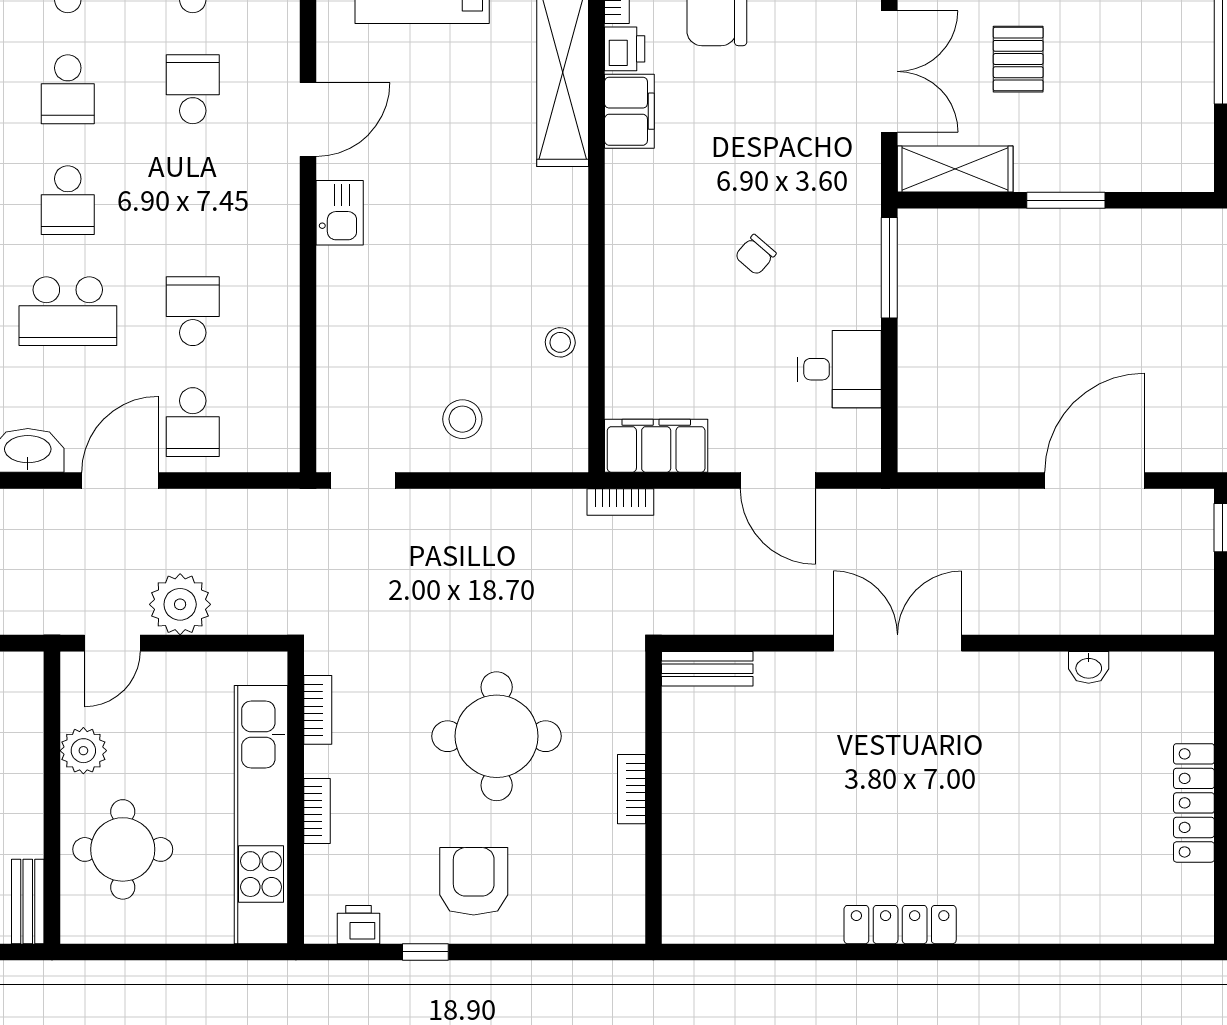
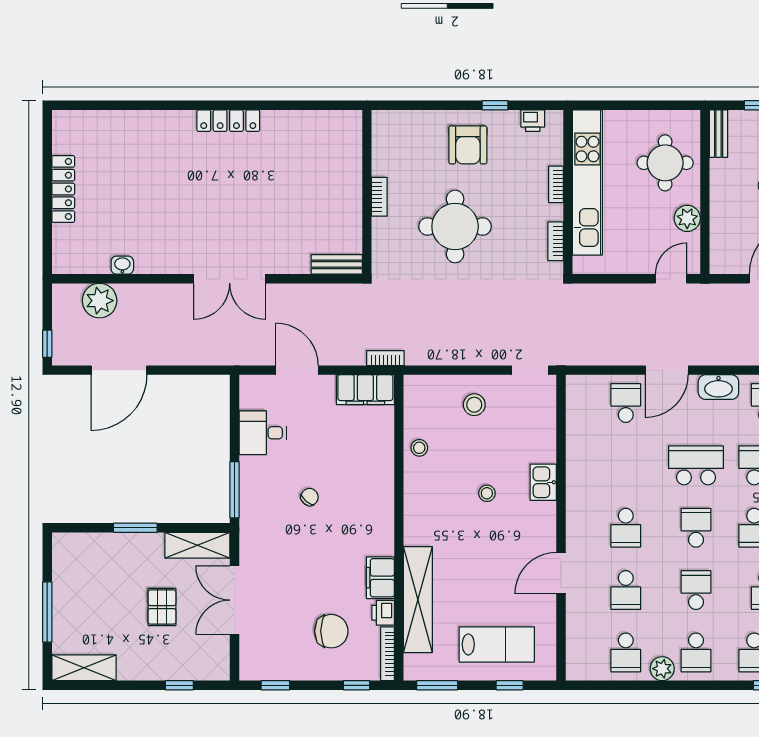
kitchen sink: (340, 213) -> (543, 482), moved
stool: (440, 262) -> (487, 493), added
school desk: (193, 311) -> (626, 528), moved
plant: (180, 604) -> (100, 301), moved

